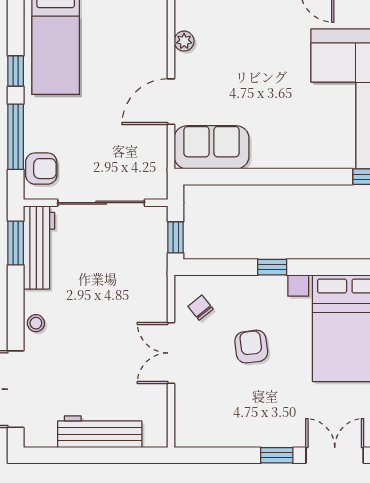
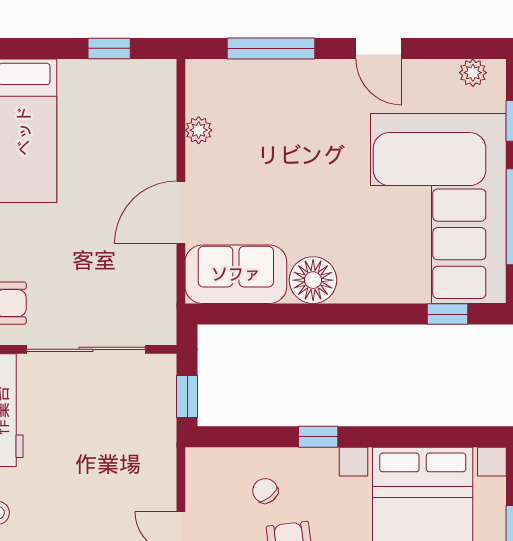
floor lamp: (268, 152) -> (313, 280), added
chair: (201, 308) -> (265, 491), moved

